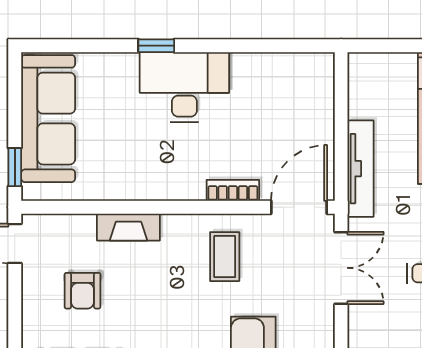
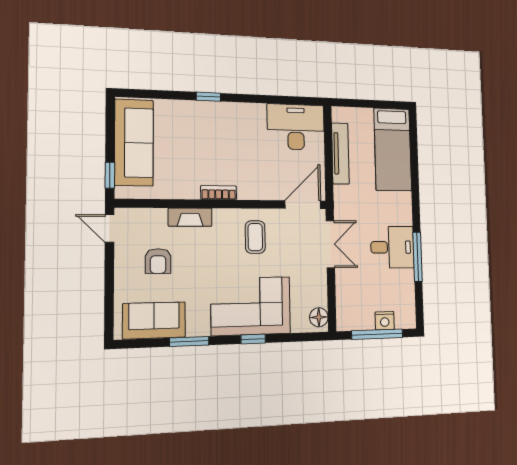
desk: (184, 87) -> (296, 127), moved
tv unit: (361, 169) -> (340, 153), moved
bookcase: (233, 190) -> (219, 193), moved

